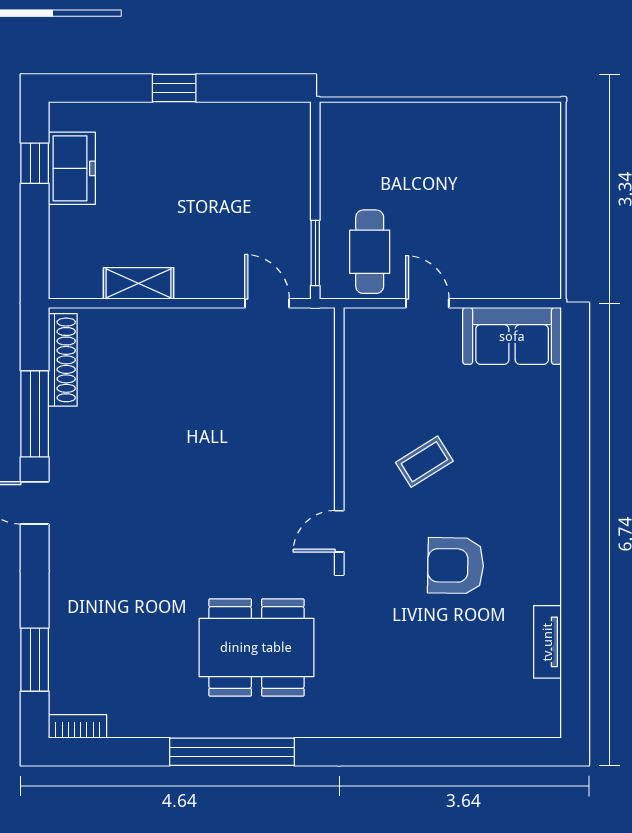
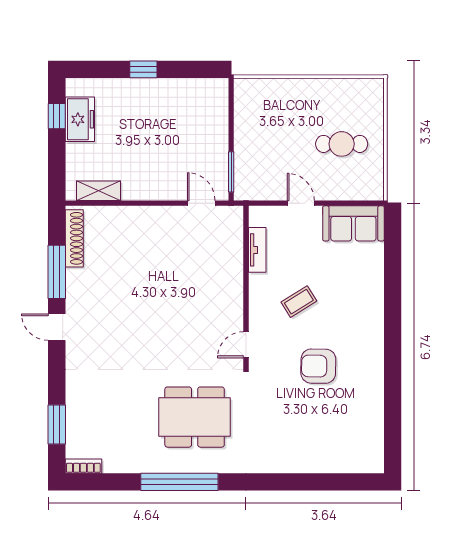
cafe table: (370, 252) -> (342, 144), moved, turned 90
shelving: (139, 283) -> (98, 191), moved
tv unit: (547, 642) -> (257, 250), moved, turned 180

